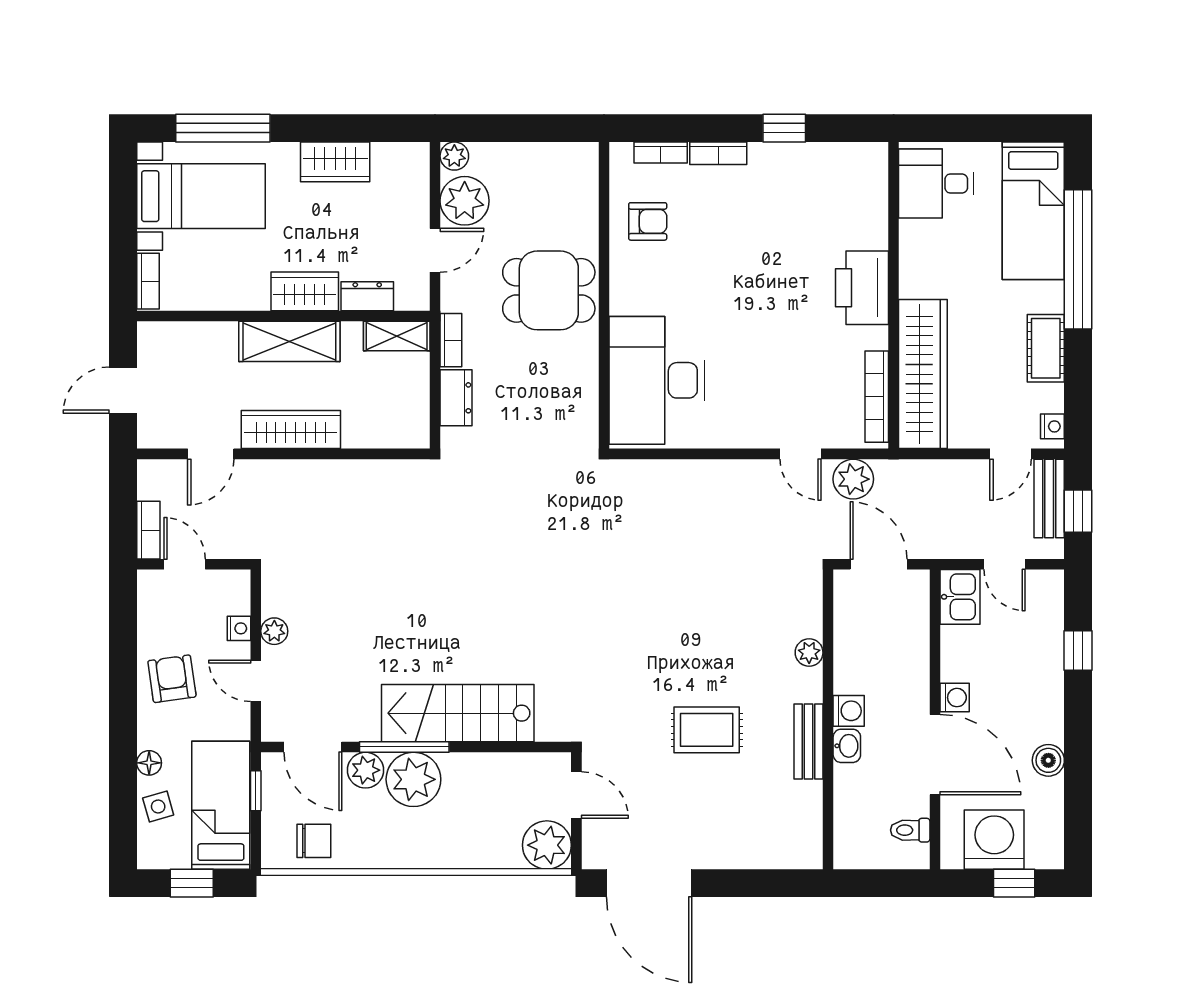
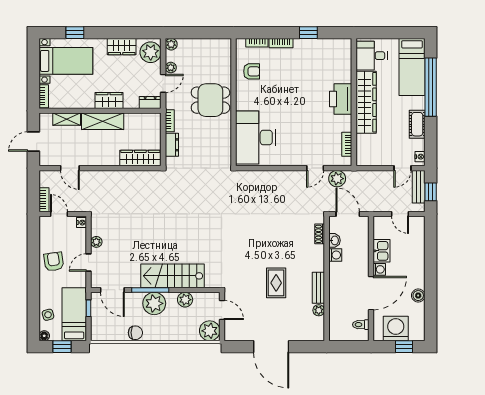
window: (223, 128) -> (75, 33), width x0.46
plant: (405, 175) -> (151, 52), added
plant: (465, 201) -> (171, 68), width x0.53, depth x0.53
dresser: (367, 296) -> (150, 103), moved
shelving: (397, 336) -> (67, 119), moved
wardrobe: (923, 374) -> (366, 102), moved
bookcase: (877, 397) -> (347, 144), width x0.64
wardrobe: (291, 430) -> (140, 158), moved
door: (211, 454) -> (70, 168), hinge flipped
door: (801, 454) -> (315, 168), hinge flipped
kitchen sink: (960, 597) -> (381, 251), moved
shoe rack: (811, 612) -> (320, 234), added
nightstand: (239, 628) -> (82, 223), moved
window: (1078, 650) -> (431, 250), removed
plant: (809, 653) -> (319, 310), moved
door: (256, 681) -> (89, 262), hinge flipped
washing machine: (849, 711) -> (335, 255), moved
rug: (707, 730) -> (276, 283), turned 90
washbasin: (847, 746) -> (334, 240), moved
door: (935, 755) -> (371, 293), hinge flipped
floor lamp: (149, 763) -> (44, 336), moved
plant: (365, 770) -> (185, 300), moved
chair: (314, 841) -> (135, 333), moved
door: (649, 883) -> (271, 347), moved

